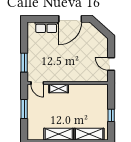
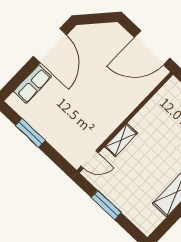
window: (24, 63) -> (30, 133), moved
door: (111, 64) -> (152, 48), width x1.87

